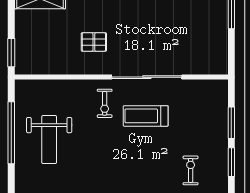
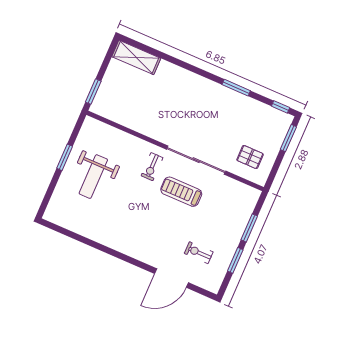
pallet: (94, 42) -> (250, 157), moved
window: (11, 133) -> (65, 157), width x0.47
exercise bike: (191, 170) -> (199, 253), turned -90

